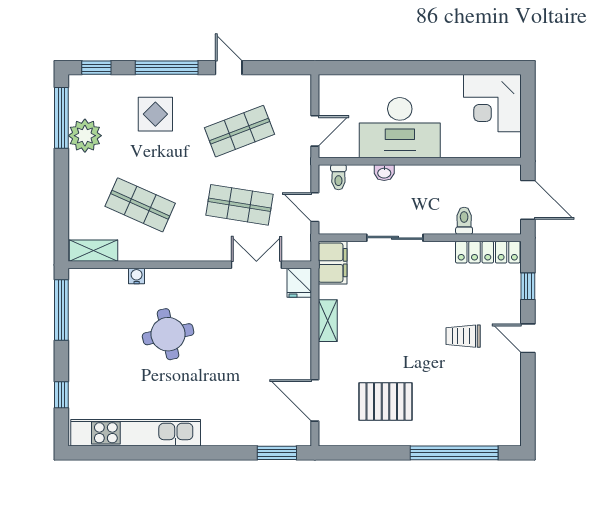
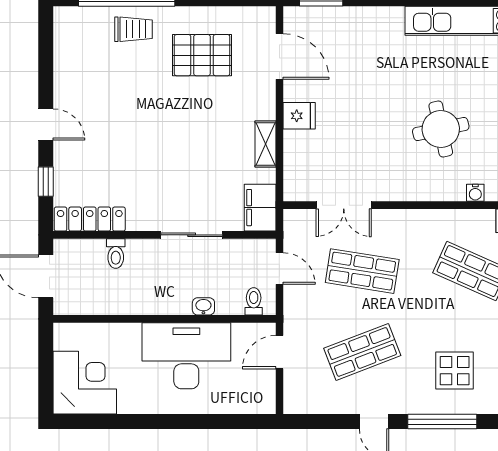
fridge: (299, 283) -> (299, 116), moved, turned 90
trolley: (463, 336) -> (133, 29), moved

